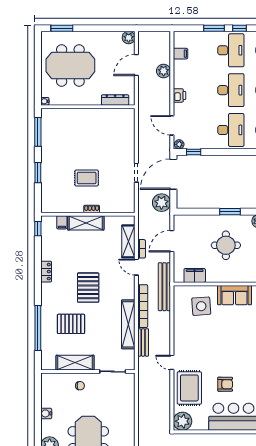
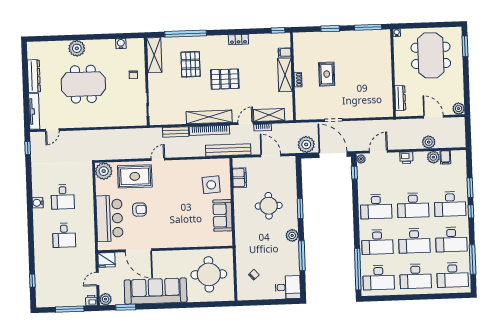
plant: (180, 67) -> (433, 157), added
shelving: (128, 324) -> (209, 117), moved
shelving: (75, 363) -> (154, 55), moved
armchair: (225, 384) -> (139, 210), turned -90
water cooler: (46, 413) -> (121, 44), moved

